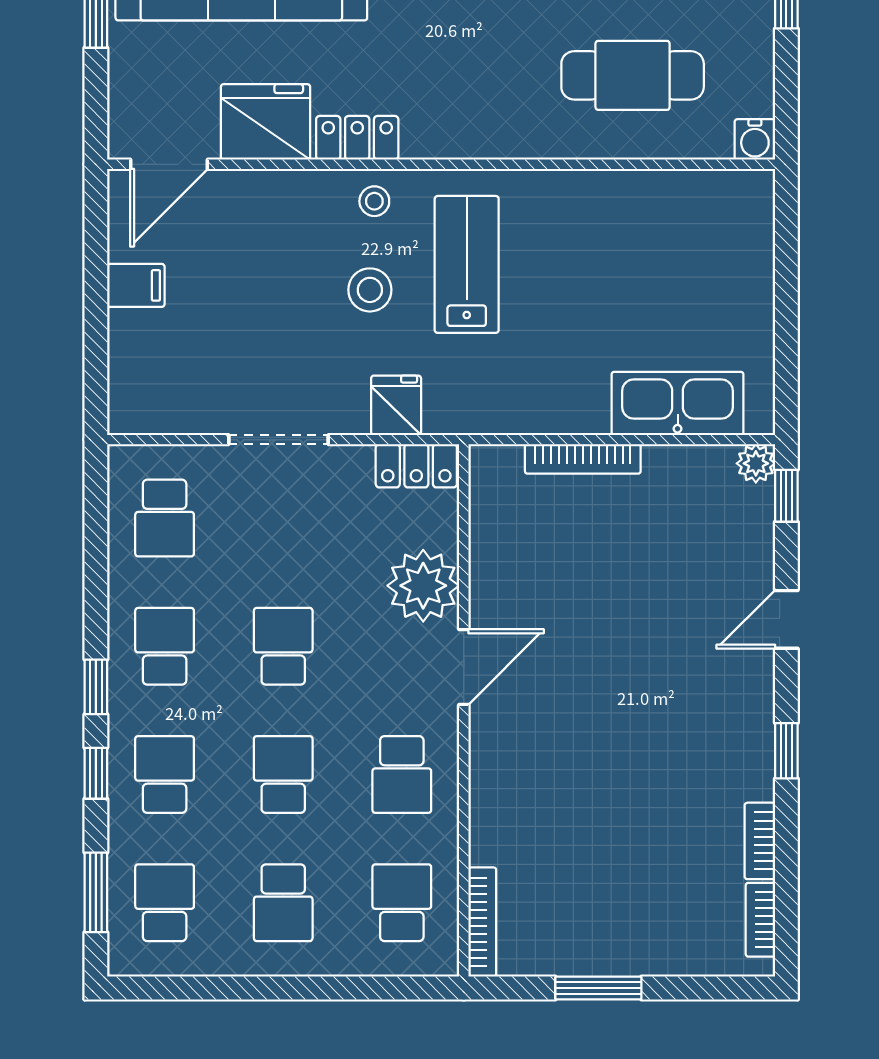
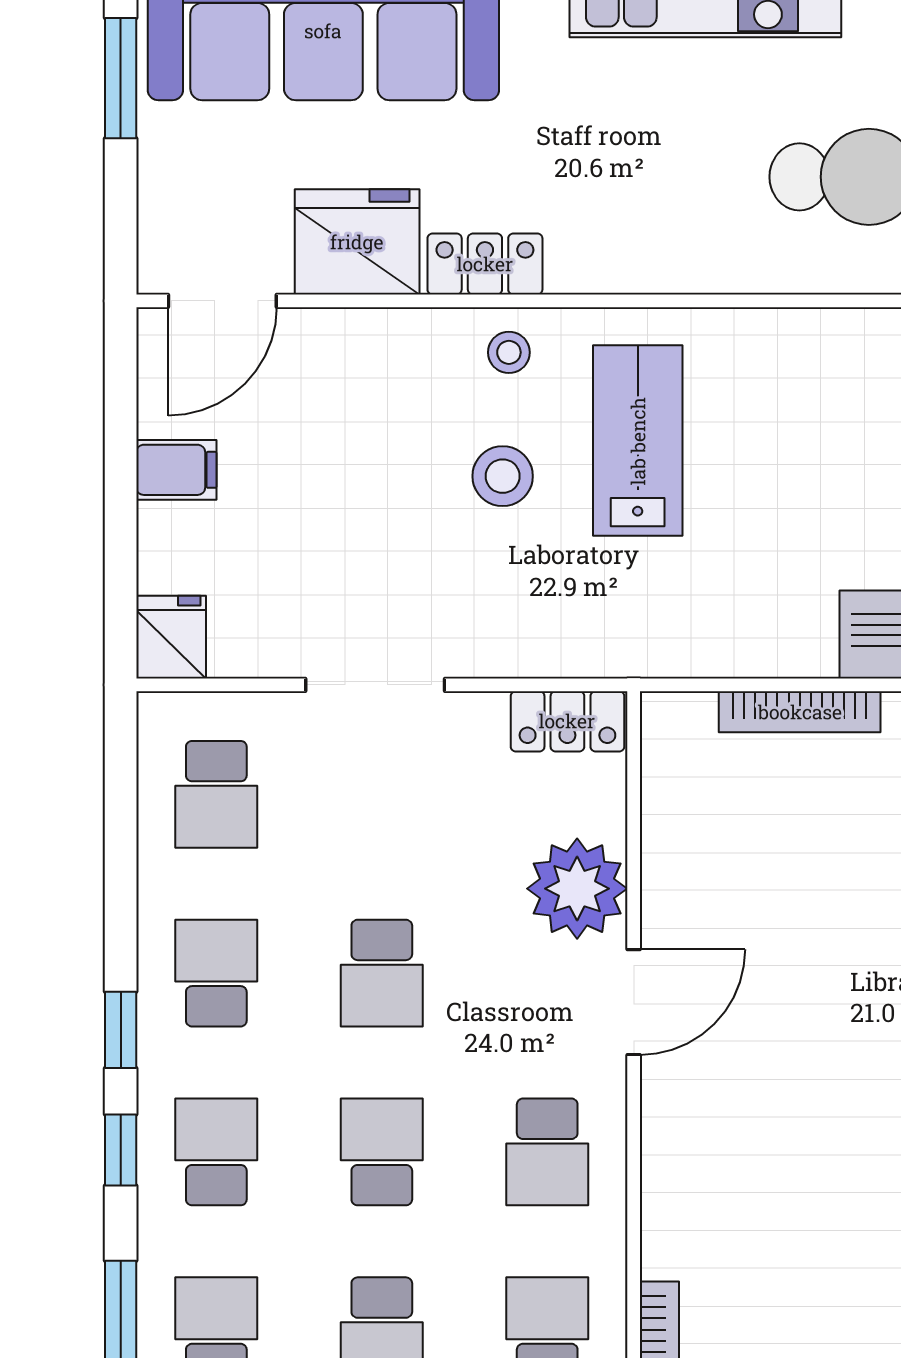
fridge: (396, 405) -> (171, 637), moved
school desk: (283, 646) -> (382, 973), turned 180

